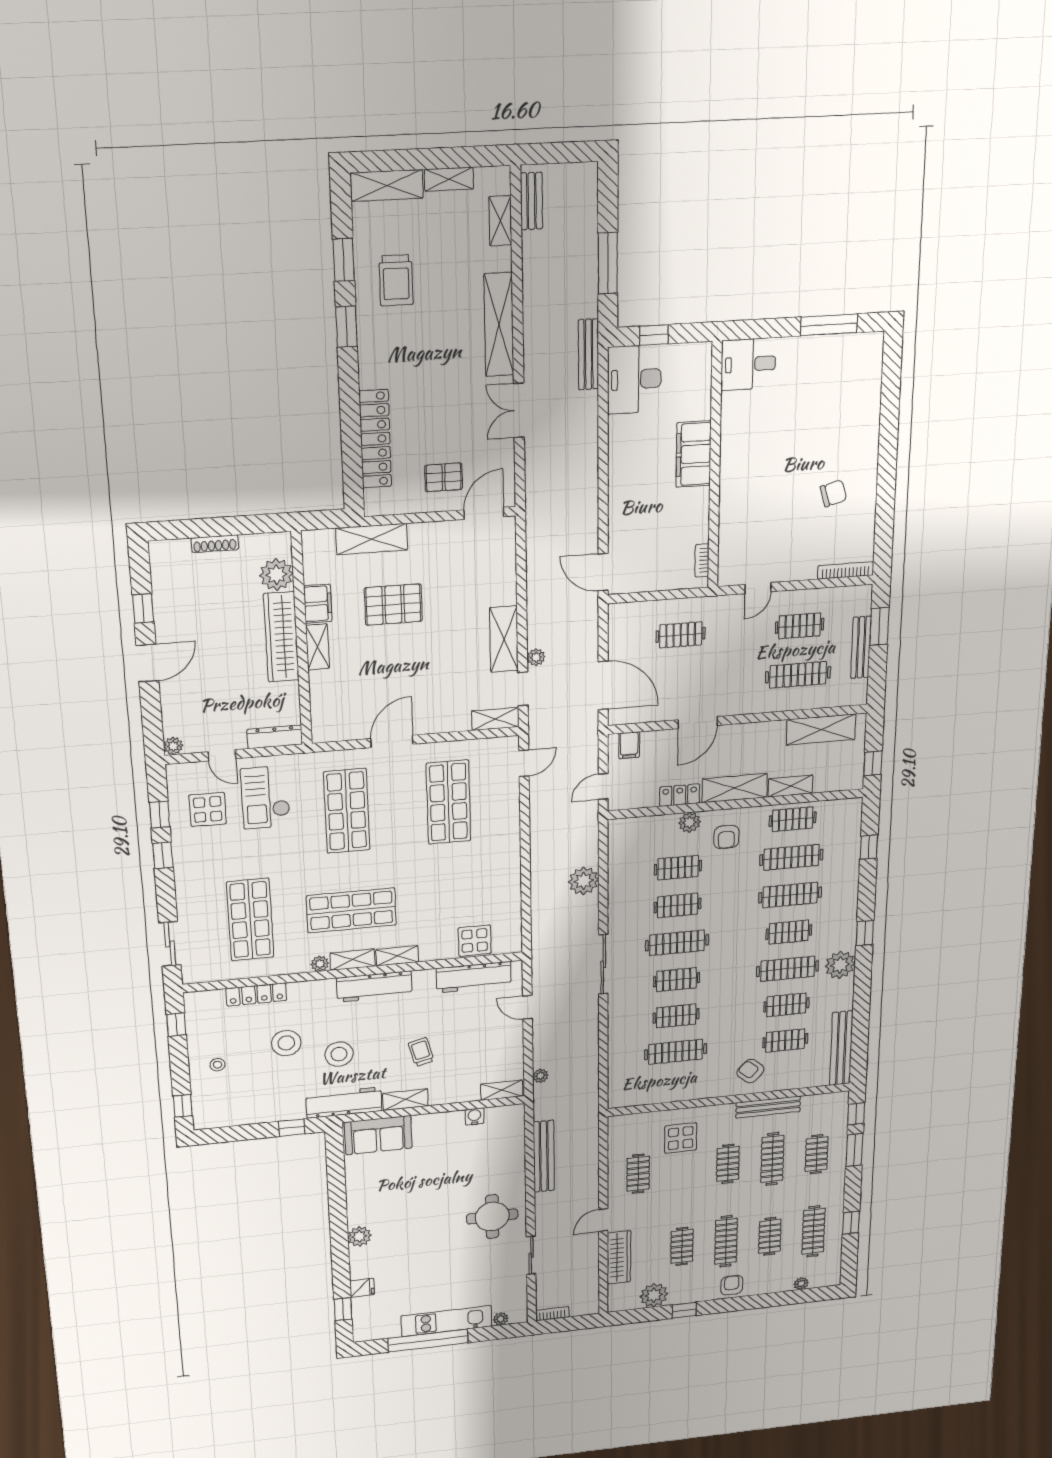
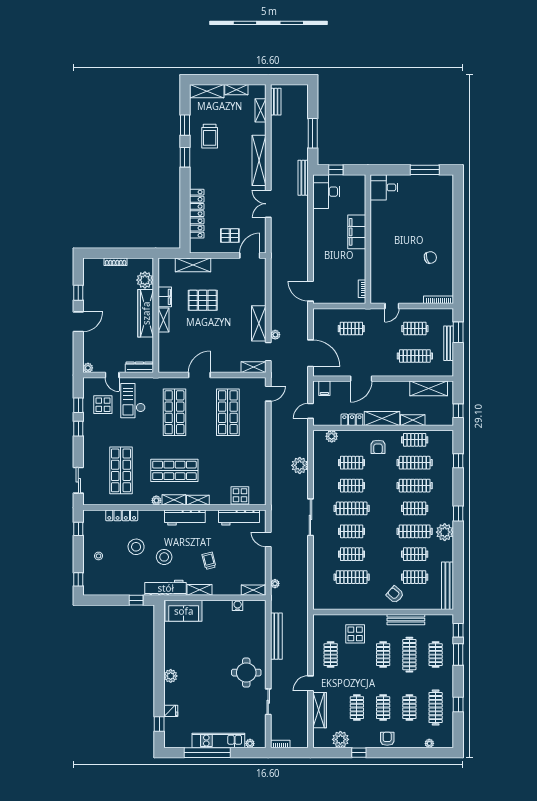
plant: (690, 822) -> (332, 436), moved
clothes rail: (726, 1241) -> (383, 708), width x0.73

